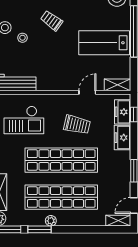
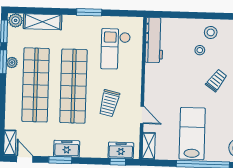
freezer: (123, 138) -> (67, 149), moved
plant: (51, 221) -> (12, 63), moved

